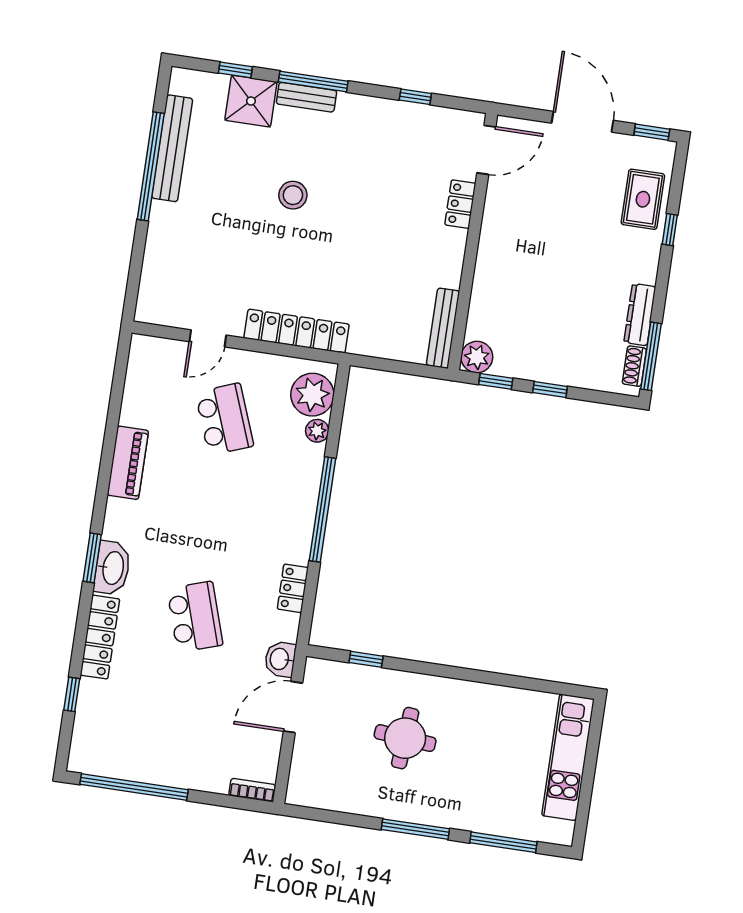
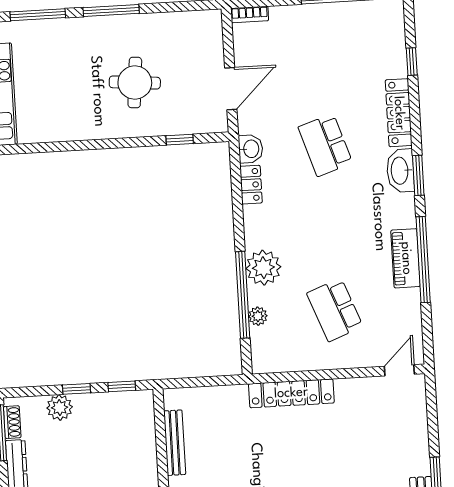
bench: (443, 328) -> (175, 443), moved
door: (208, 338) -> (399, 370), moved
plant: (477, 357) -> (60, 407), moved
plant: (312, 395) -> (263, 268), moved
window: (107, 457) -> (423, 260), added
window: (322, 509) -> (243, 295), moved
washbasin: (280, 659) -> (251, 149), moved

